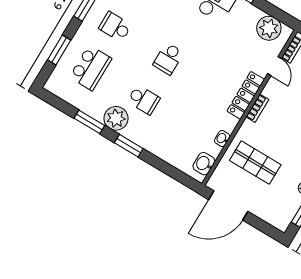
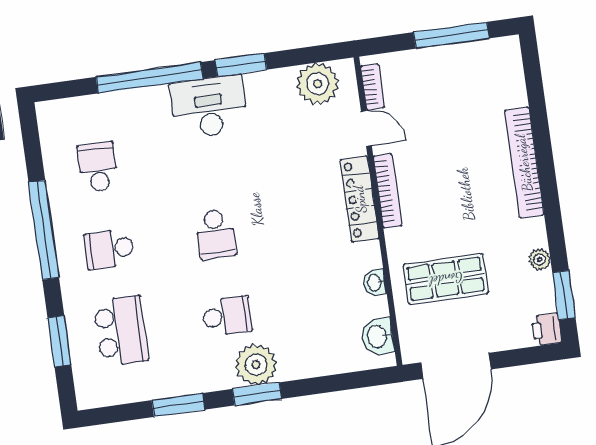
bookcase: (257, 108) -> (387, 191), width x1.56
plant: (116, 118) -> (256, 365), moved
printer: (282, 222) -> (547, 330), added

